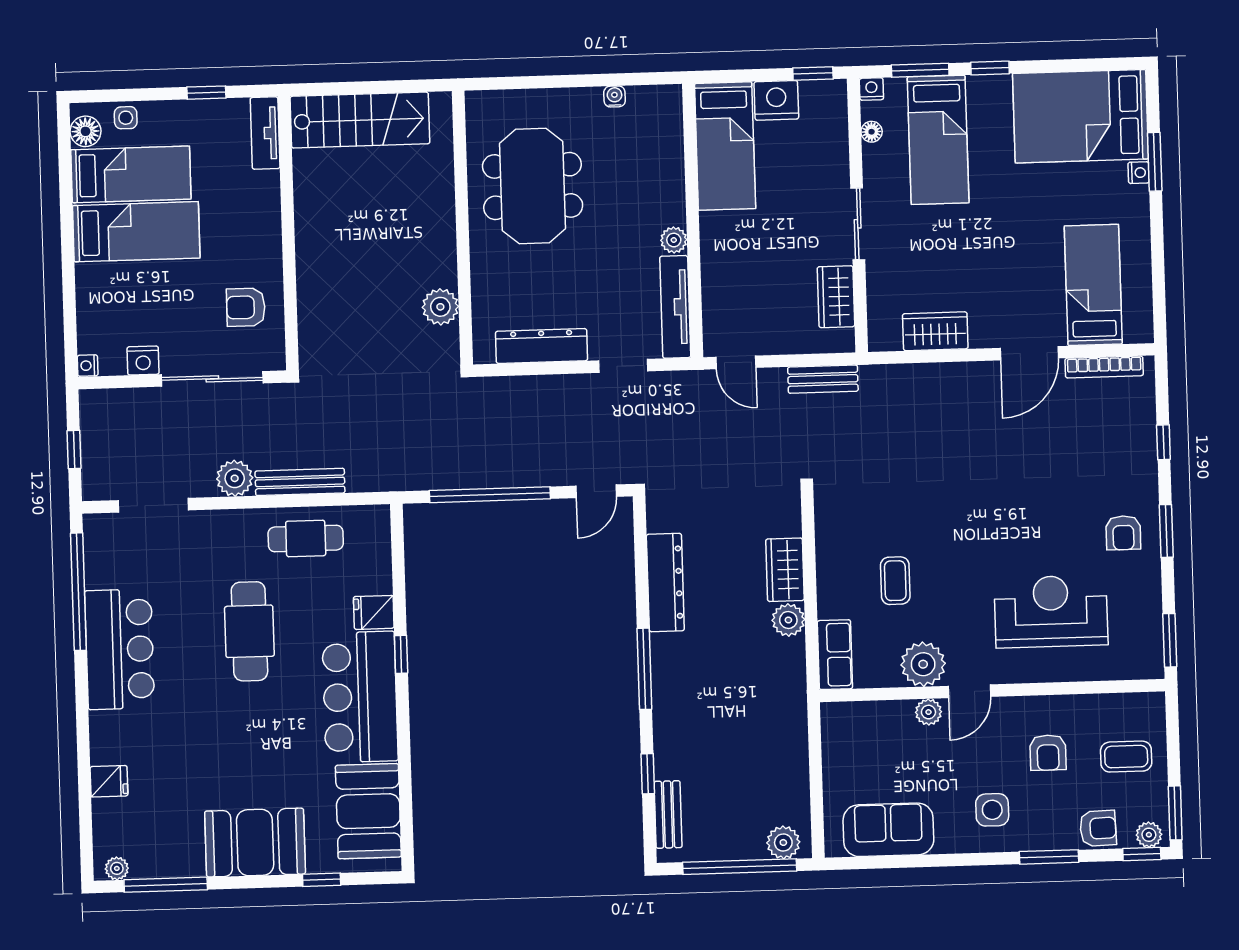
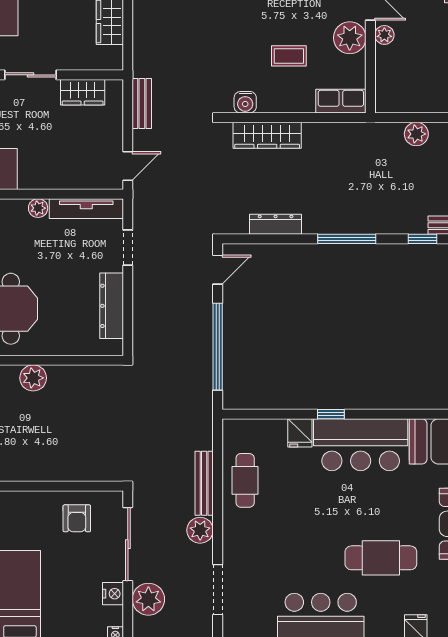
plant: (440, 307) -> (33, 378), moved
plant: (137, 410) -> (148, 599), added
door: (596, 491) -> (218, 270), hinge flipped
water cooler: (829, 522) -> (245, 102), added
wardrobe: (785, 570) -> (267, 135), width x1.50
dresser: (665, 583) -> (276, 224), width x0.73, depth x0.80
plant: (788, 620) -> (416, 134), moved
cafe table: (249, 631) -> (381, 558), moved

